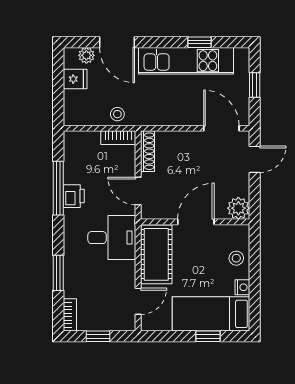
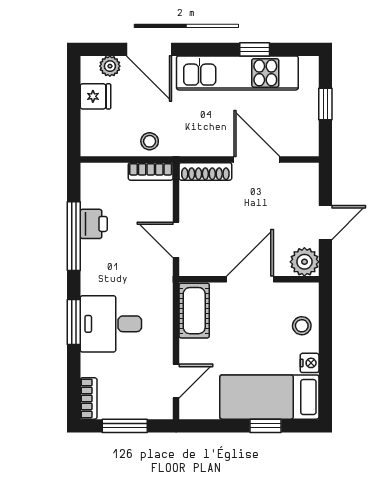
door: (221, 128) -> (257, 159), moved
shoe rack: (147, 151) -> (205, 171), moved, turned 90
door: (255, 159) -> (325, 223), moved
printer: (74, 196) -> (94, 224), moved
desk: (112, 238) -> (111, 324), moved, turned 180
cot: (156, 254) -> (194, 311), width x0.73, depth x0.75
window: (58, 273) -> (74, 322), moved
window: (98, 336) -> (125, 426), width x1.50

